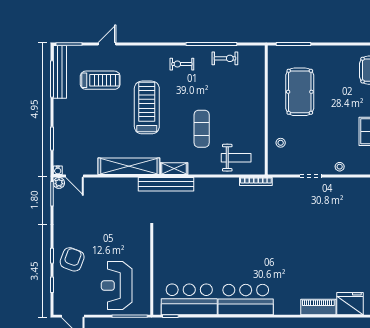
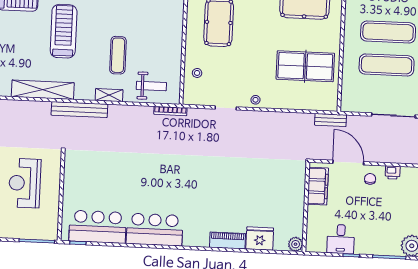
shelving: (174, 169) -> (109, 95), moved
reception desk: (117, 286) -> (25, 183), moved

